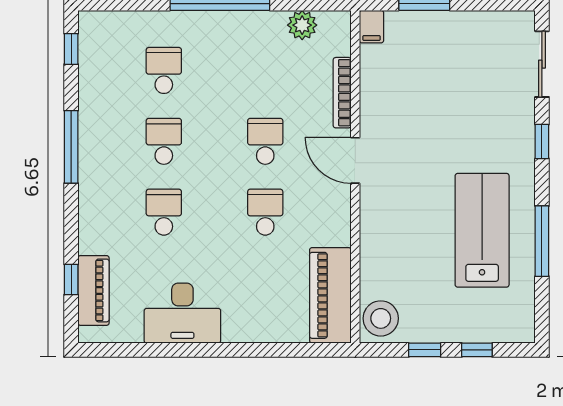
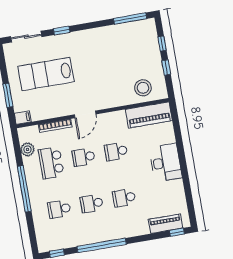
school desk: (265, 70) -> (51, 163), added
window: (71, 147) -> (102, 245), width x1.46
lab bench: (482, 230) -> (46, 74), moved
window: (542, 241) -> (130, 19), moved
window: (71, 280) -> (177, 232), moved
desk: (182, 313) -> (166, 163), moved
stool: (381, 318) -> (143, 88), moved

